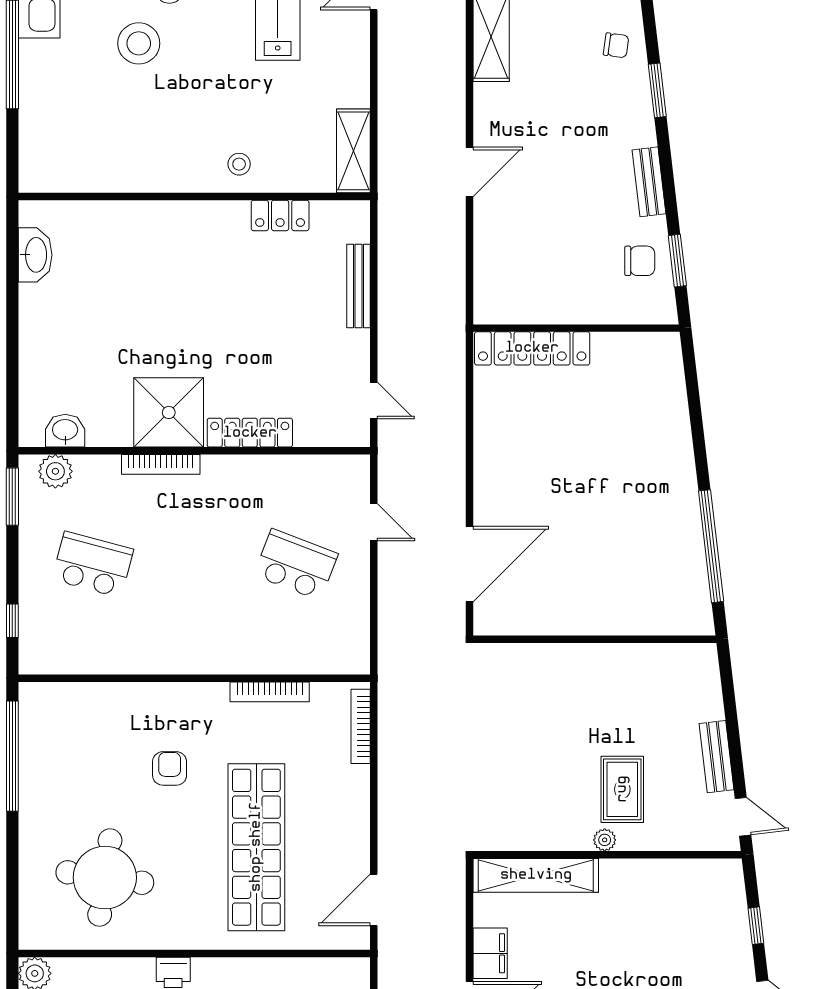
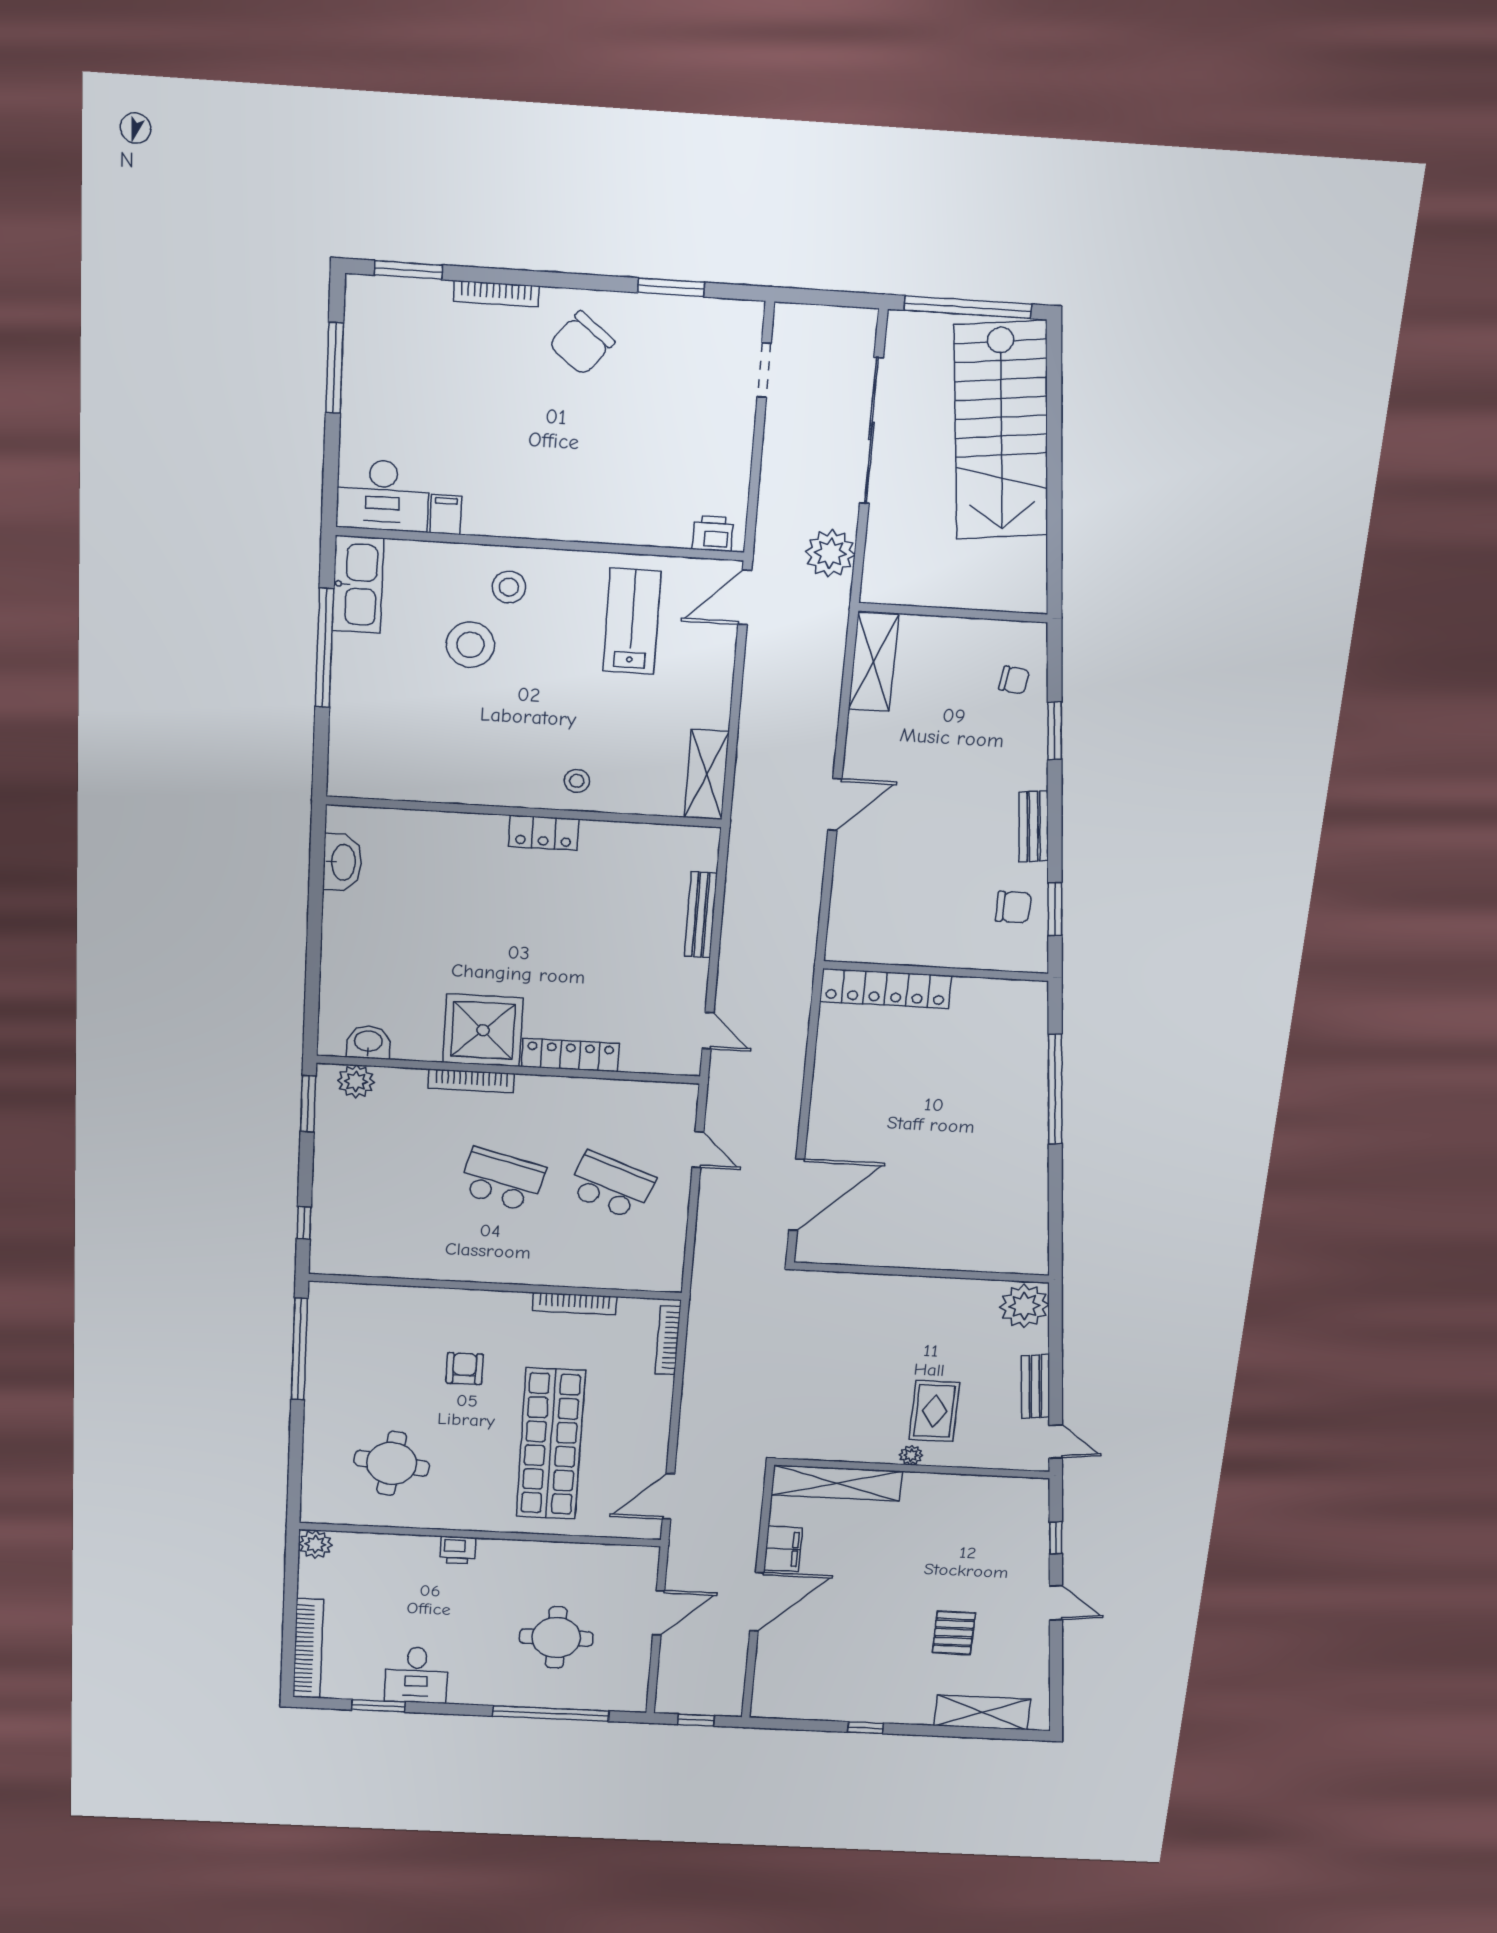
locker: (280, 215) -> (544, 833), moved
window: (711, 546) -> (1055, 1089), moved
school desk: (93, 564) -> (502, 1180), moved
plant: (696, 670) -> (1024, 1306), added
round table: (105, 878) -> (392, 1463), width x0.73, depth x0.73

